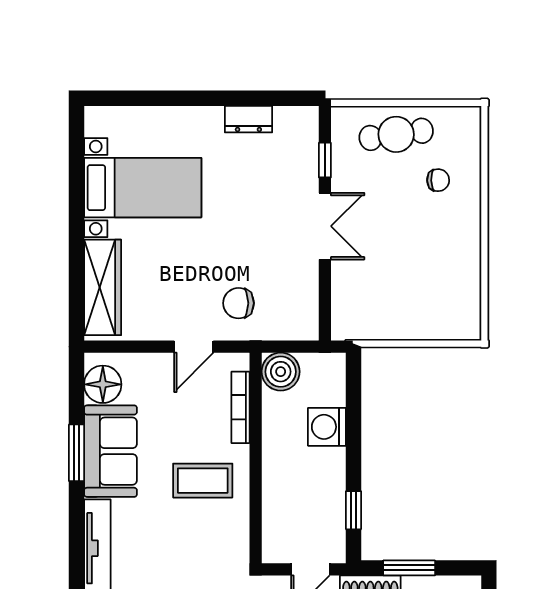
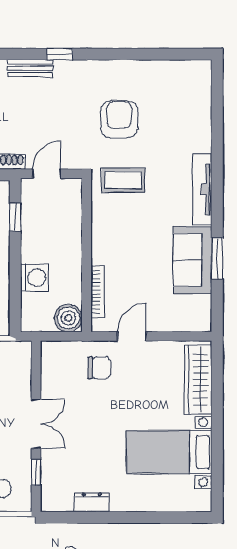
double door: (325, 226) -> (36, 424), swing flipped
floor lamp: (103, 384) -> (198, 309), removed
coffee table: (203, 481) -> (123, 180), moved

